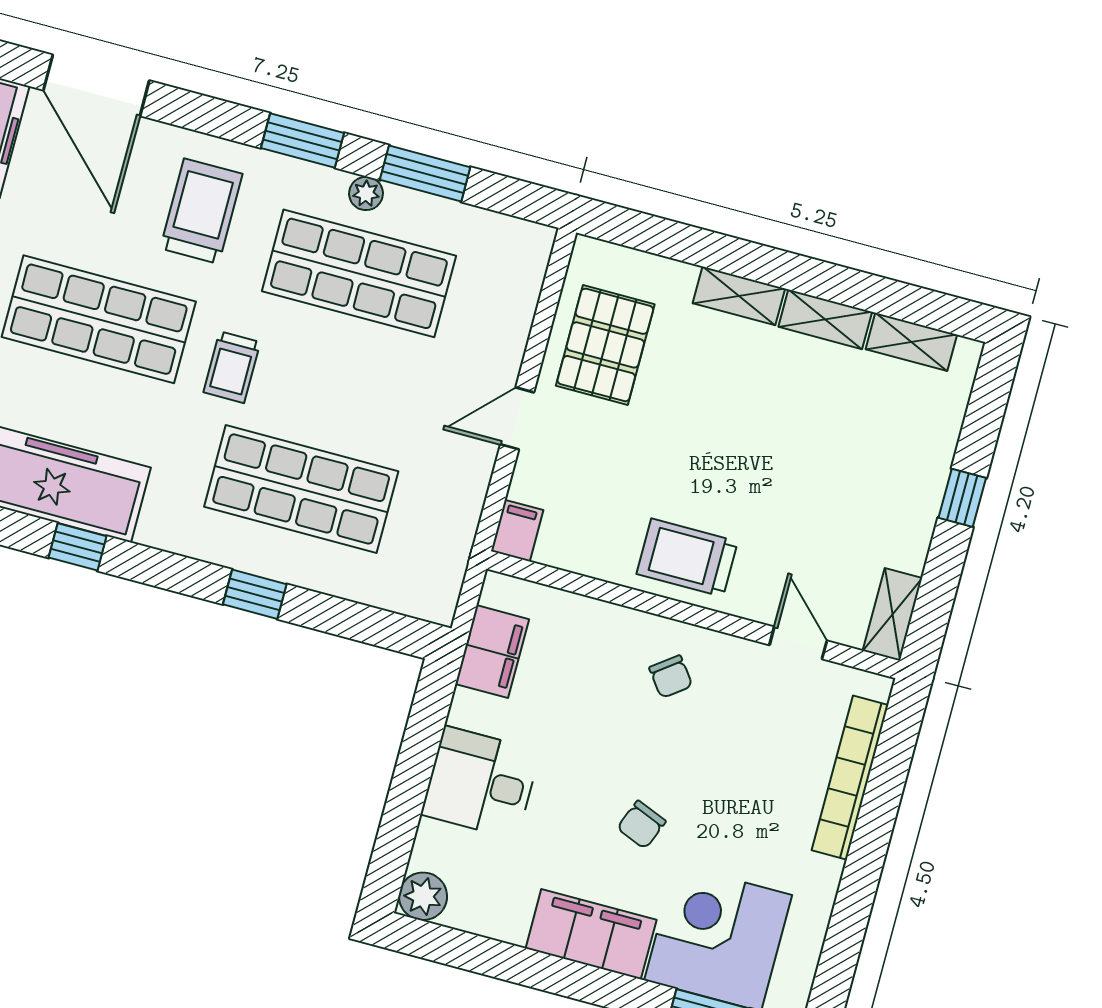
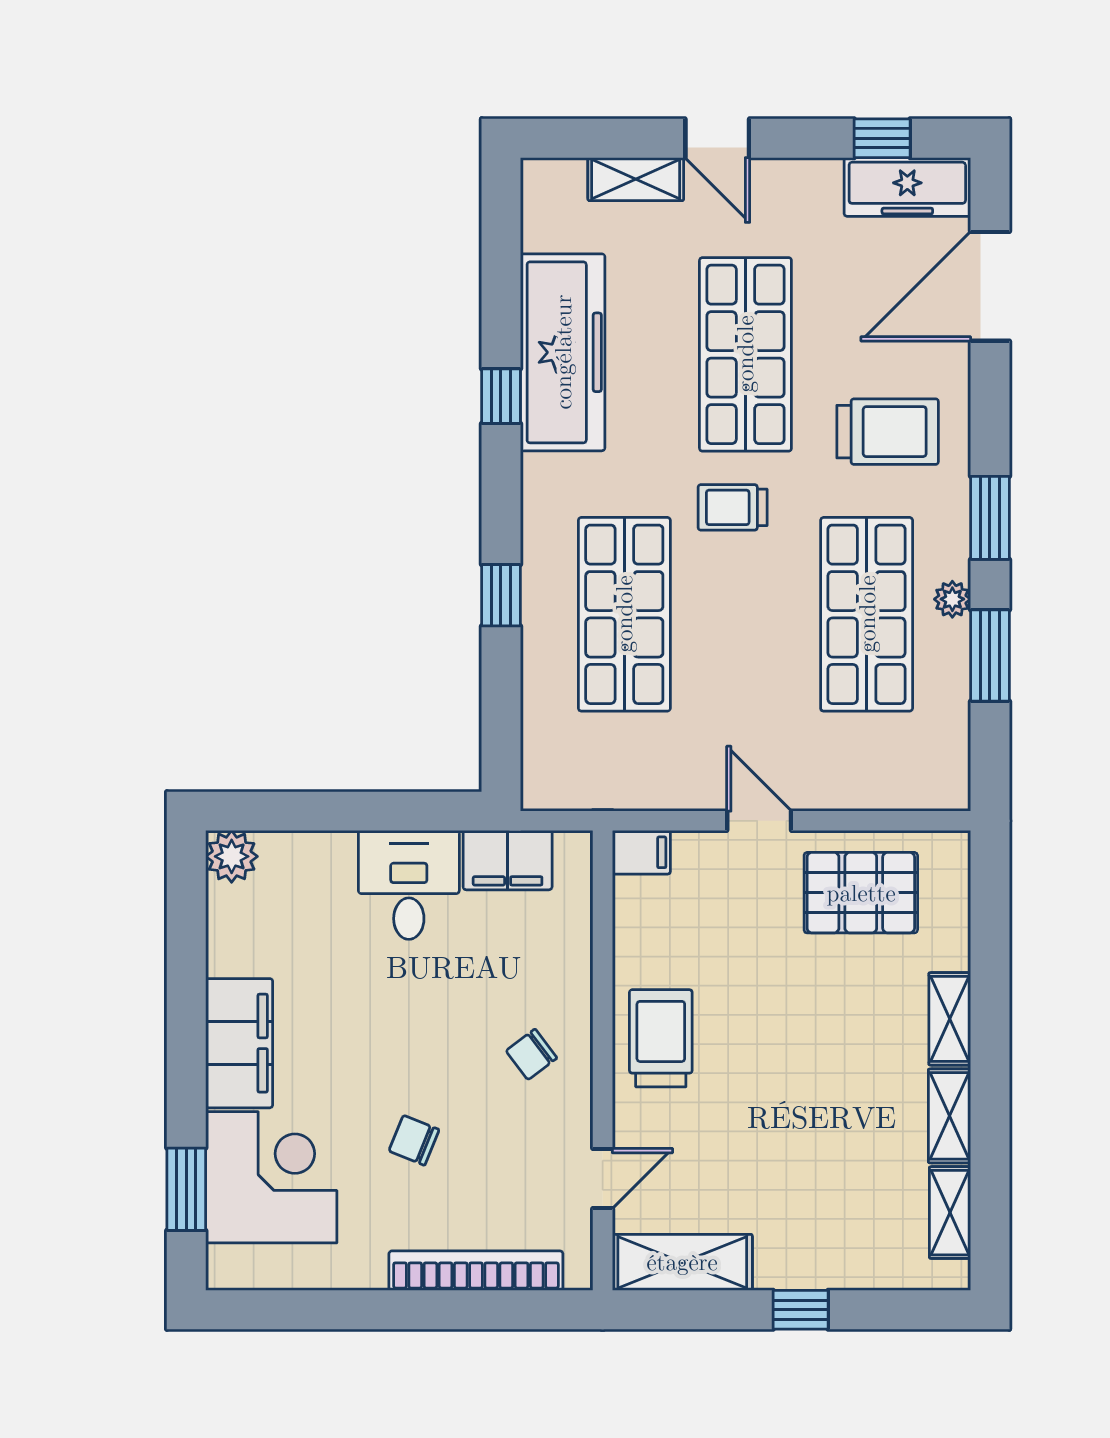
shelving: (893, 614) -> (682, 1262), width x1.50, depth x1.33
desk: (481, 783) -> (409, 885), moved
chair: (641, 825) -> (414, 1140), moved

